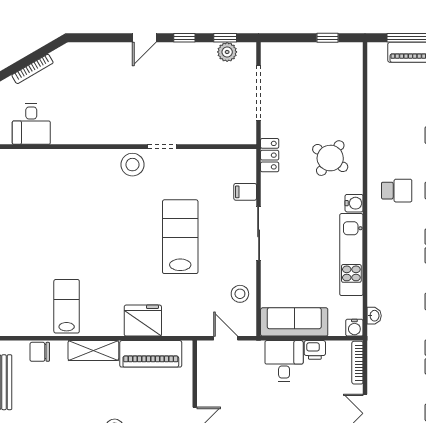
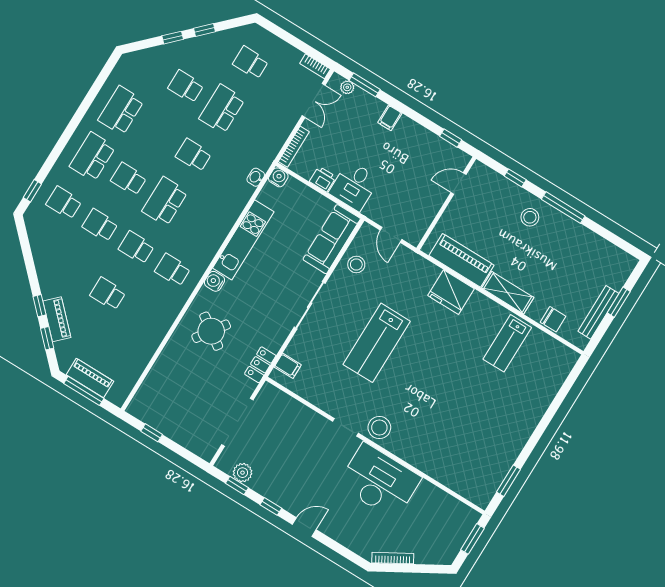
bookcase: (33, 69) -> (393, 558), moved
desk: (31, 124) -> (379, 481), moved, width x1.87, depth x1.30
filing cabinet: (245, 192) -> (288, 366), moved
sofa: (294, 322) -> (332, 239), moved, turned 90

